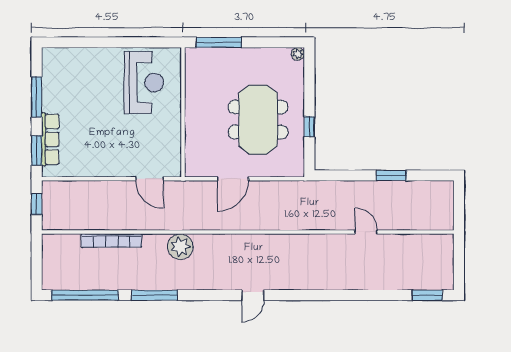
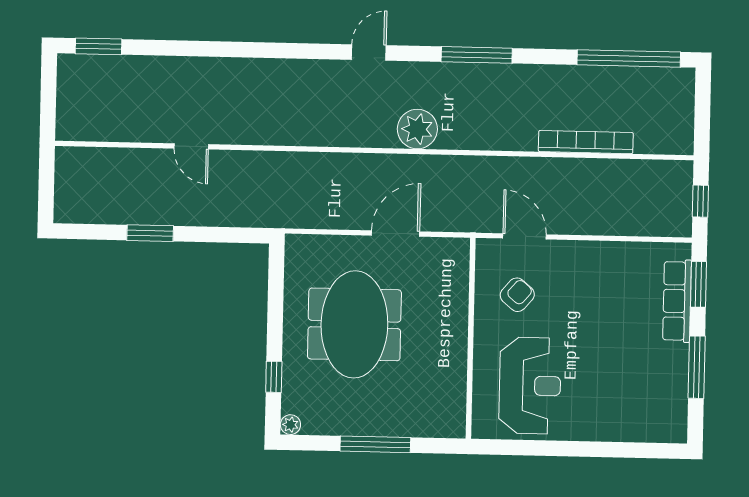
window: (219, 42) -> (375, 444), moved
reception desk: (144, 83) -> (530, 386), turned 180
window: (309, 127) -> (274, 377), moved
armchair: (153, 141) -> (517, 295), added
plant: (180, 247) -> (417, 129), moved
window: (155, 295) -> (477, 55), moved

